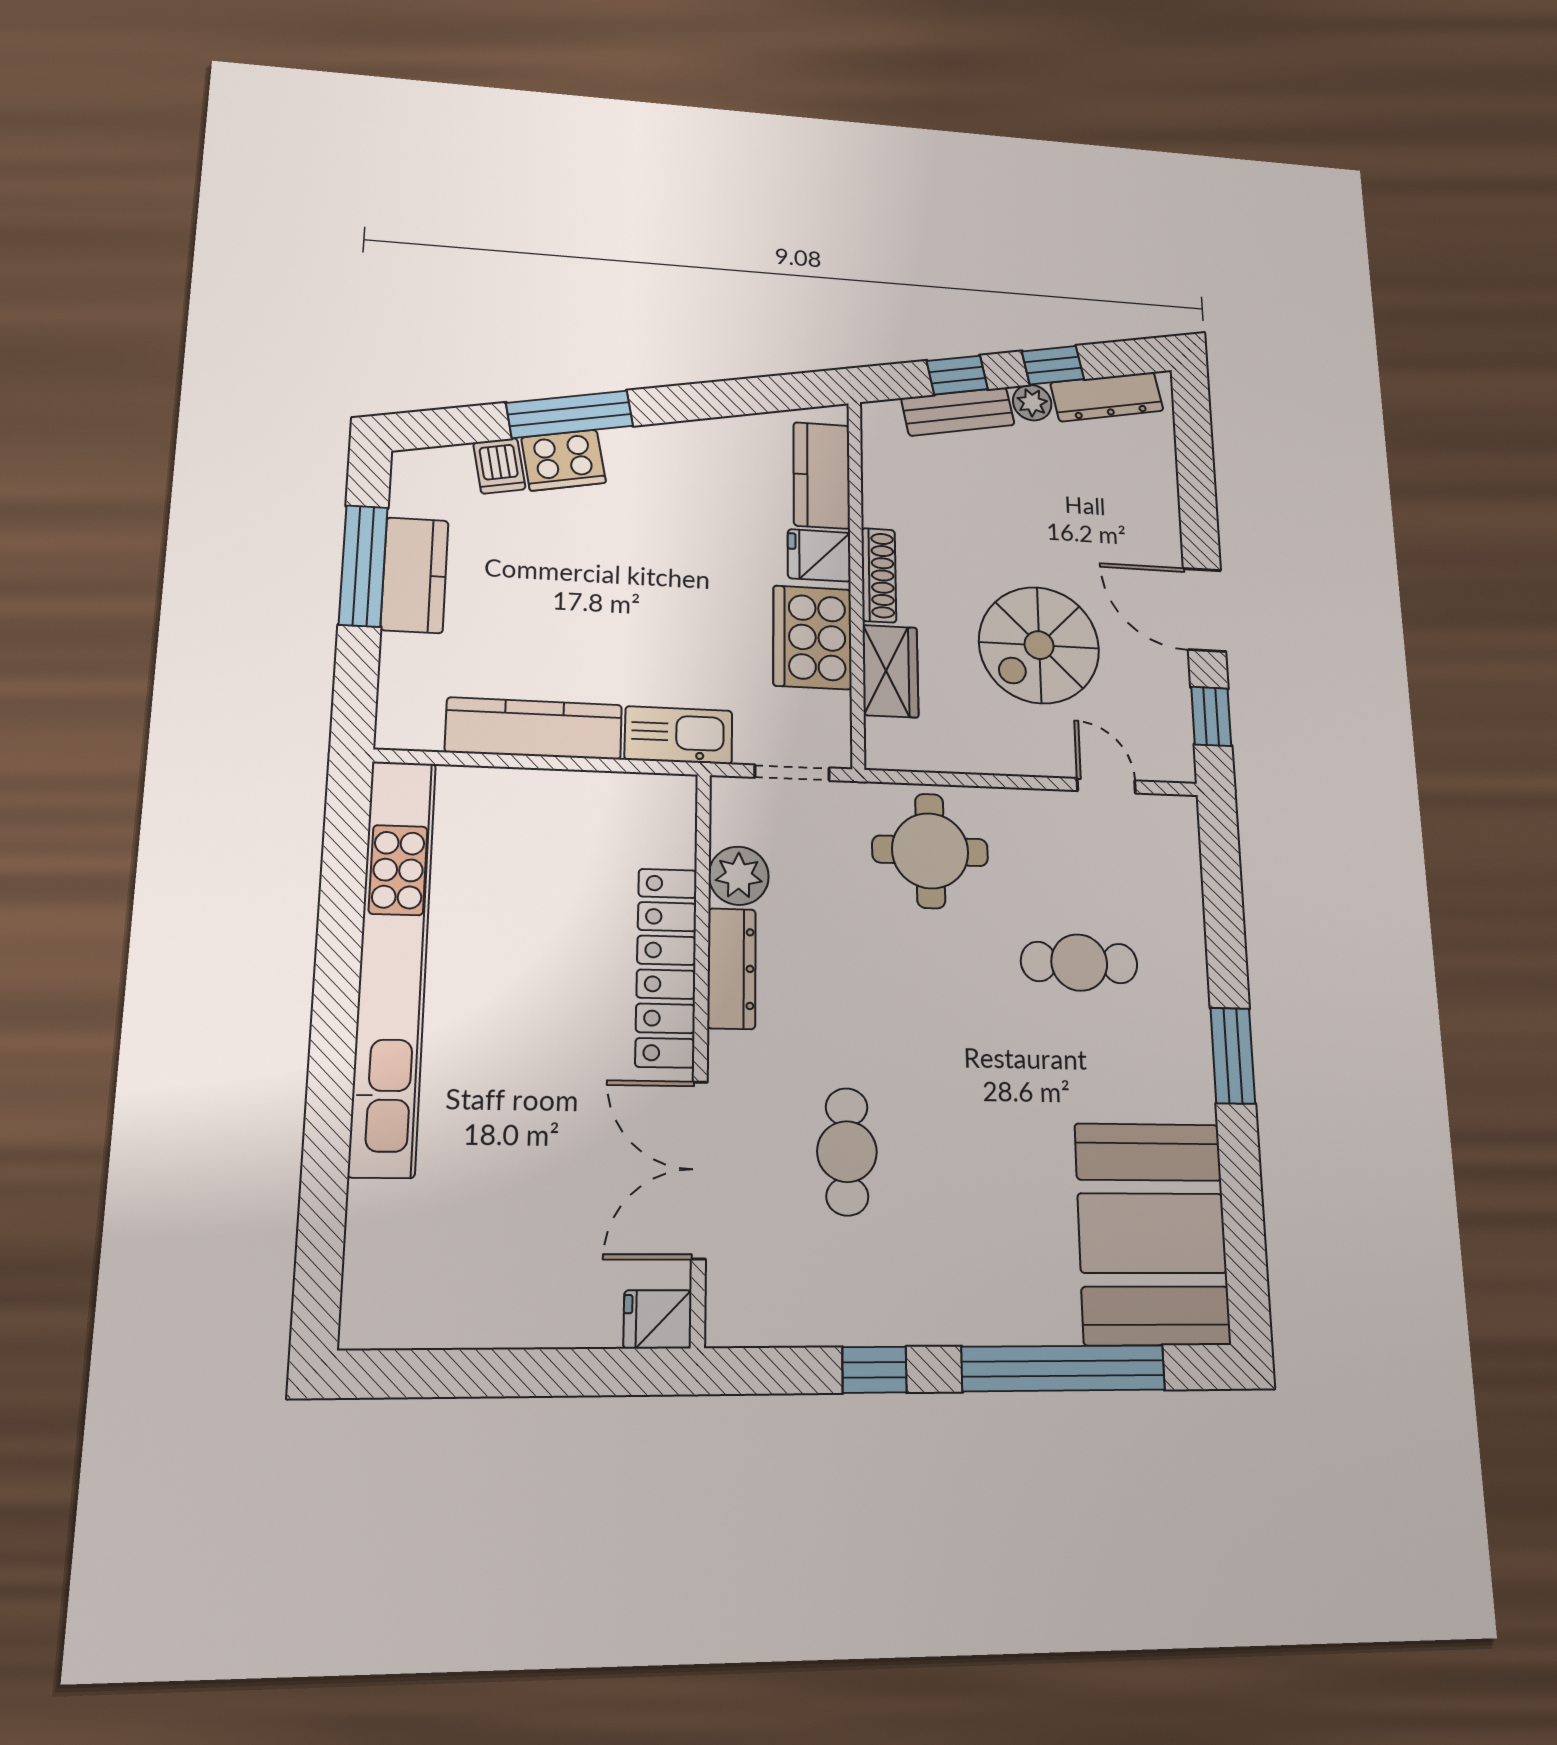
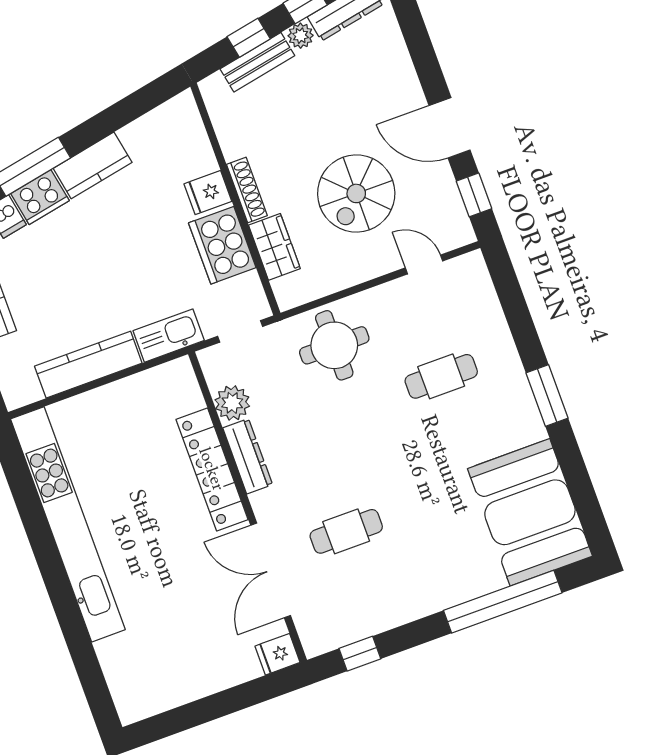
kitchen counter: (822, 475) -> (93, 165), moved, turned -101
cafe table: (847, 1152) -> (346, 531), turned 90
window: (874, 1370) -> (360, 654), moved

